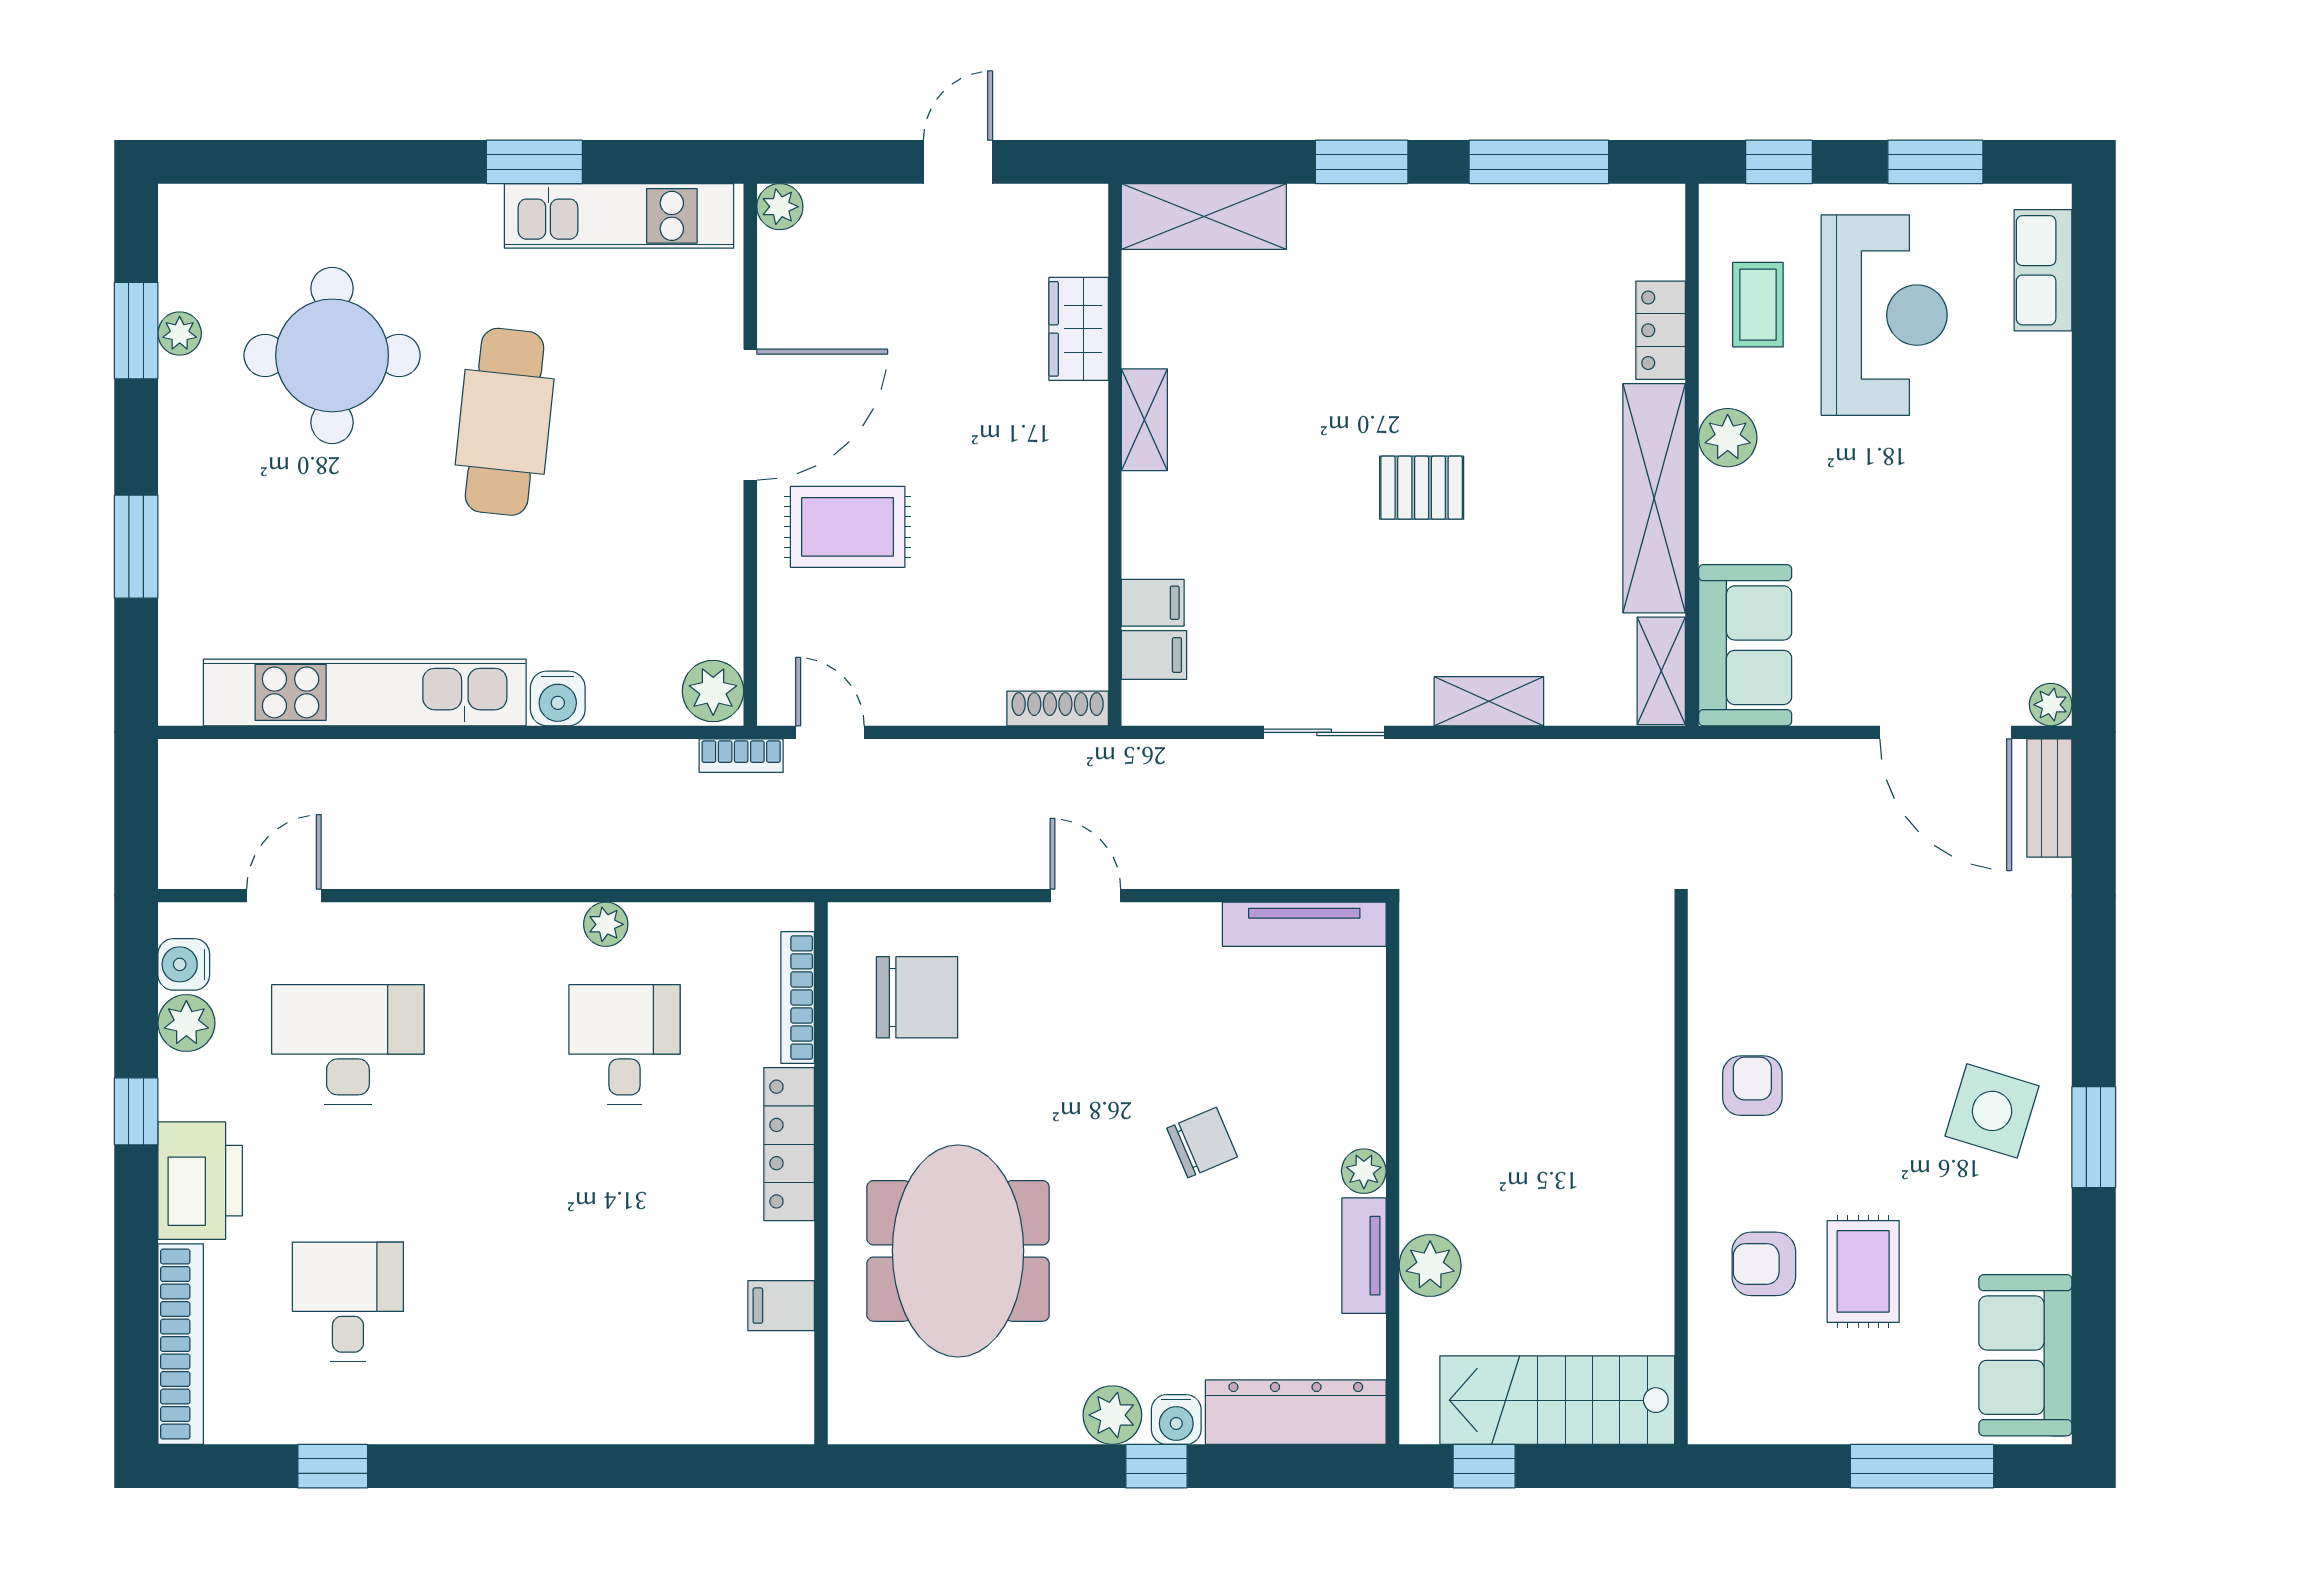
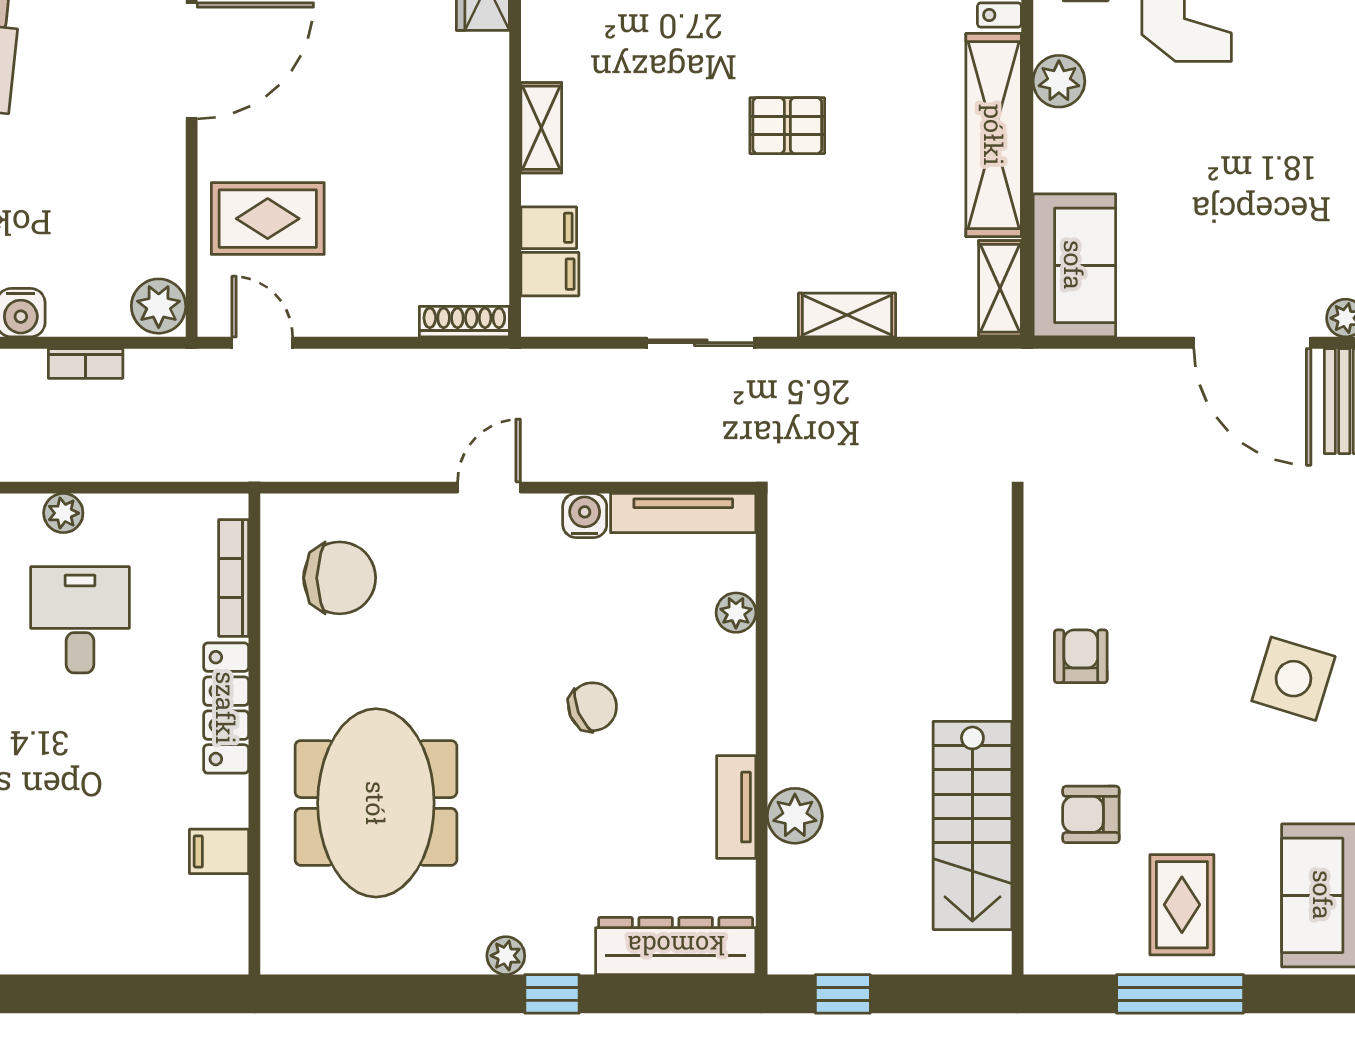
shelving: (1144, 420) -> (541, 128), moved
rug: (848, 527) -> (268, 219), moved
bookcase: (741, 756) -> (86, 363), moved
door: (1085, 896) -> (489, 488), hinge flipped
plant: (1364, 1171) -> (736, 613), moved
rug: (1863, 1271) -> (1182, 905), moved
stairs: (1557, 1400) -> (972, 825), moved, turned -90
plant: (1112, 1415) -> (506, 956), width x0.73, depth x0.73
water cooler: (1176, 1419) -> (585, 515), moved, turned 180
window: (1922, 1466) -> (1180, 994), moved

